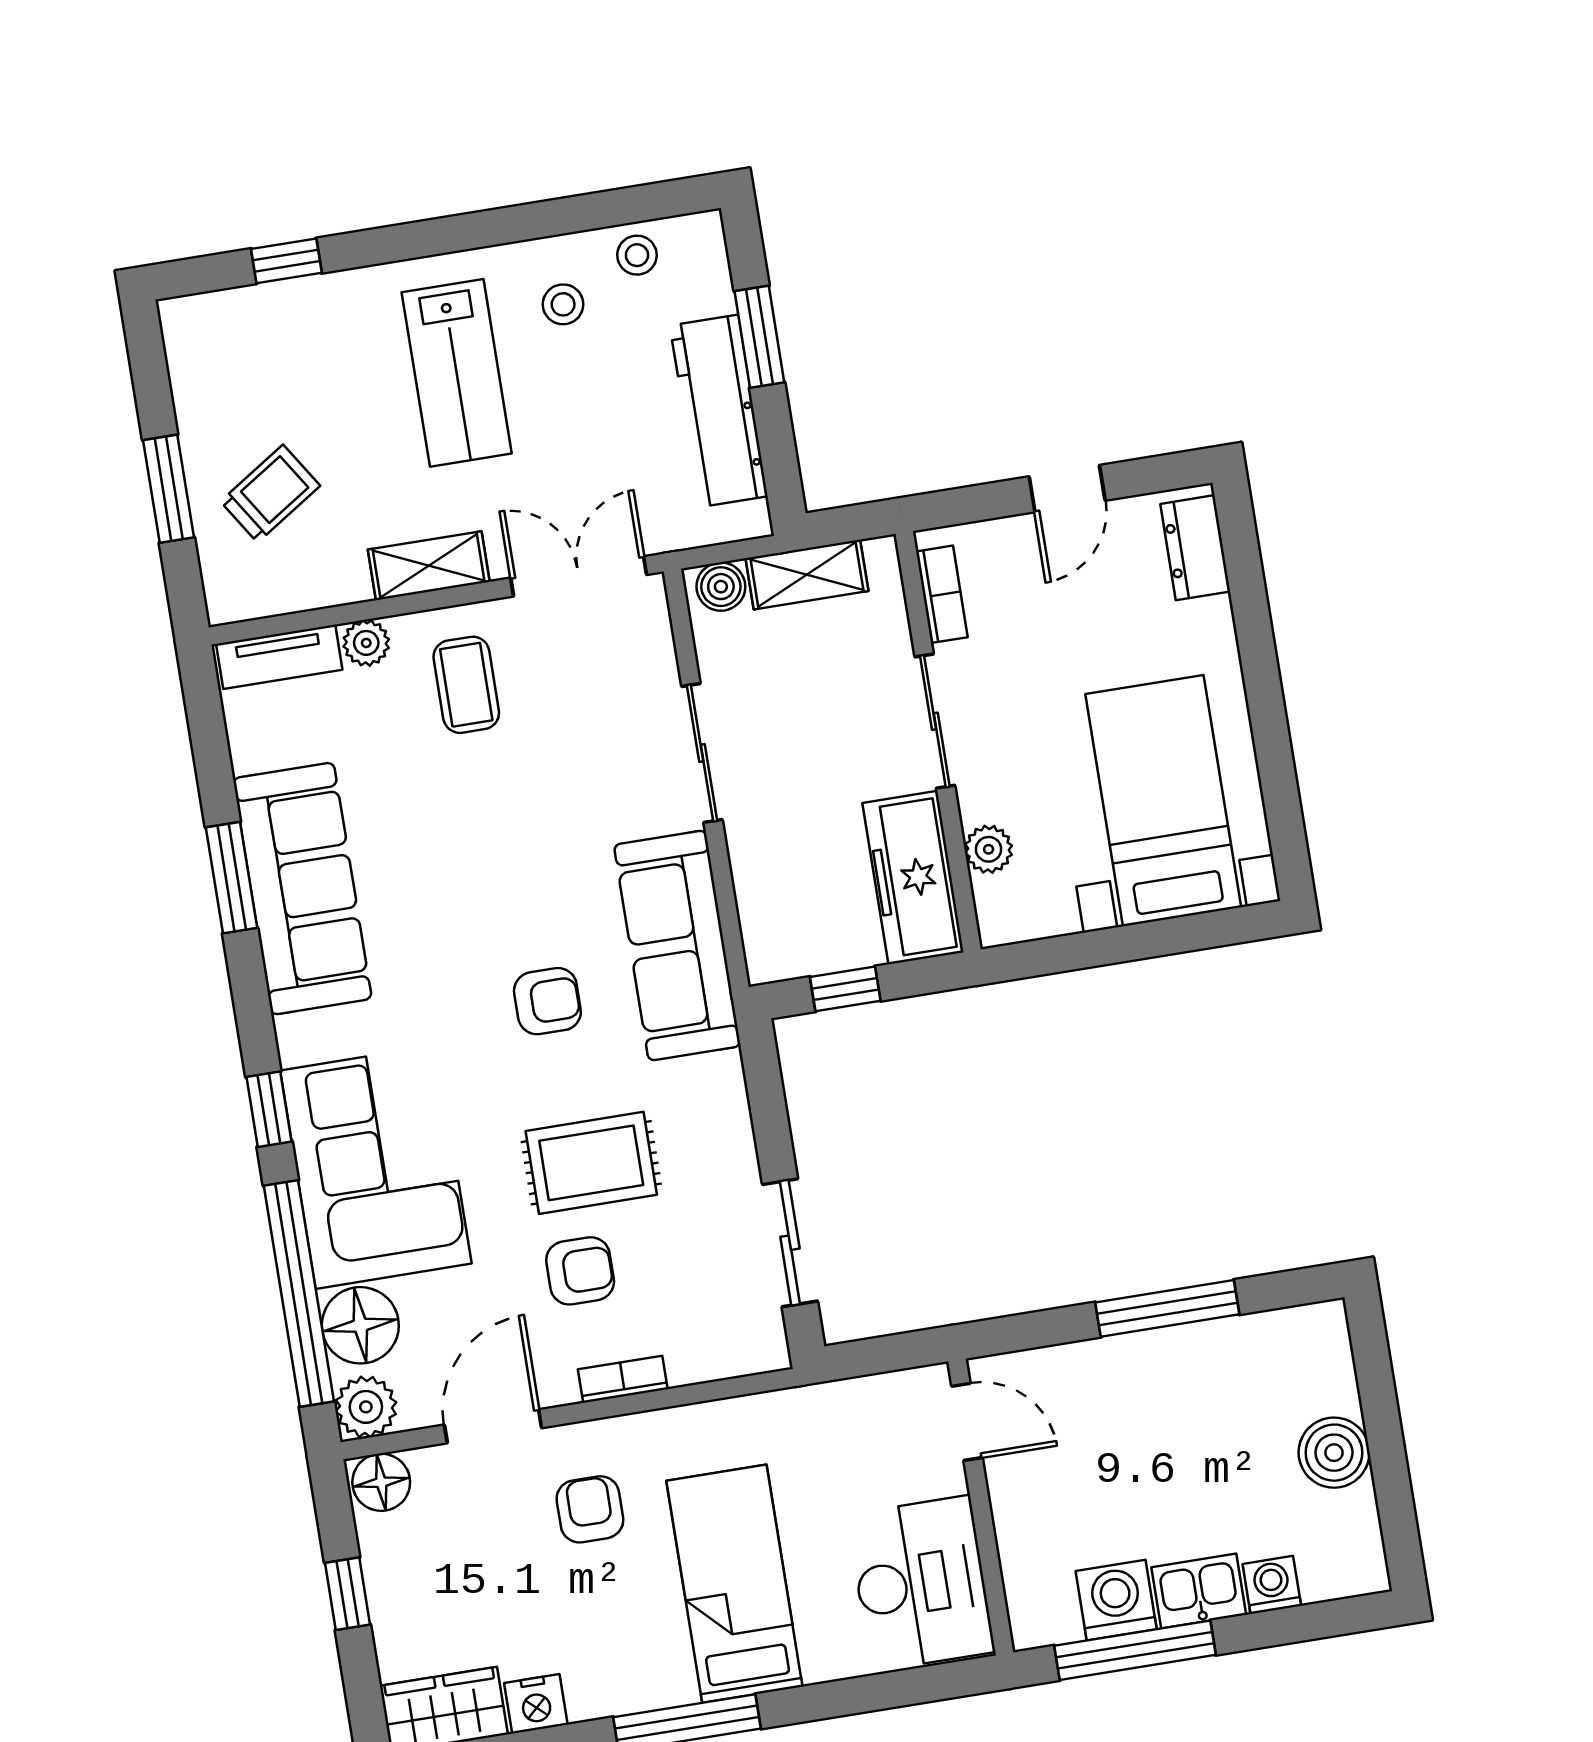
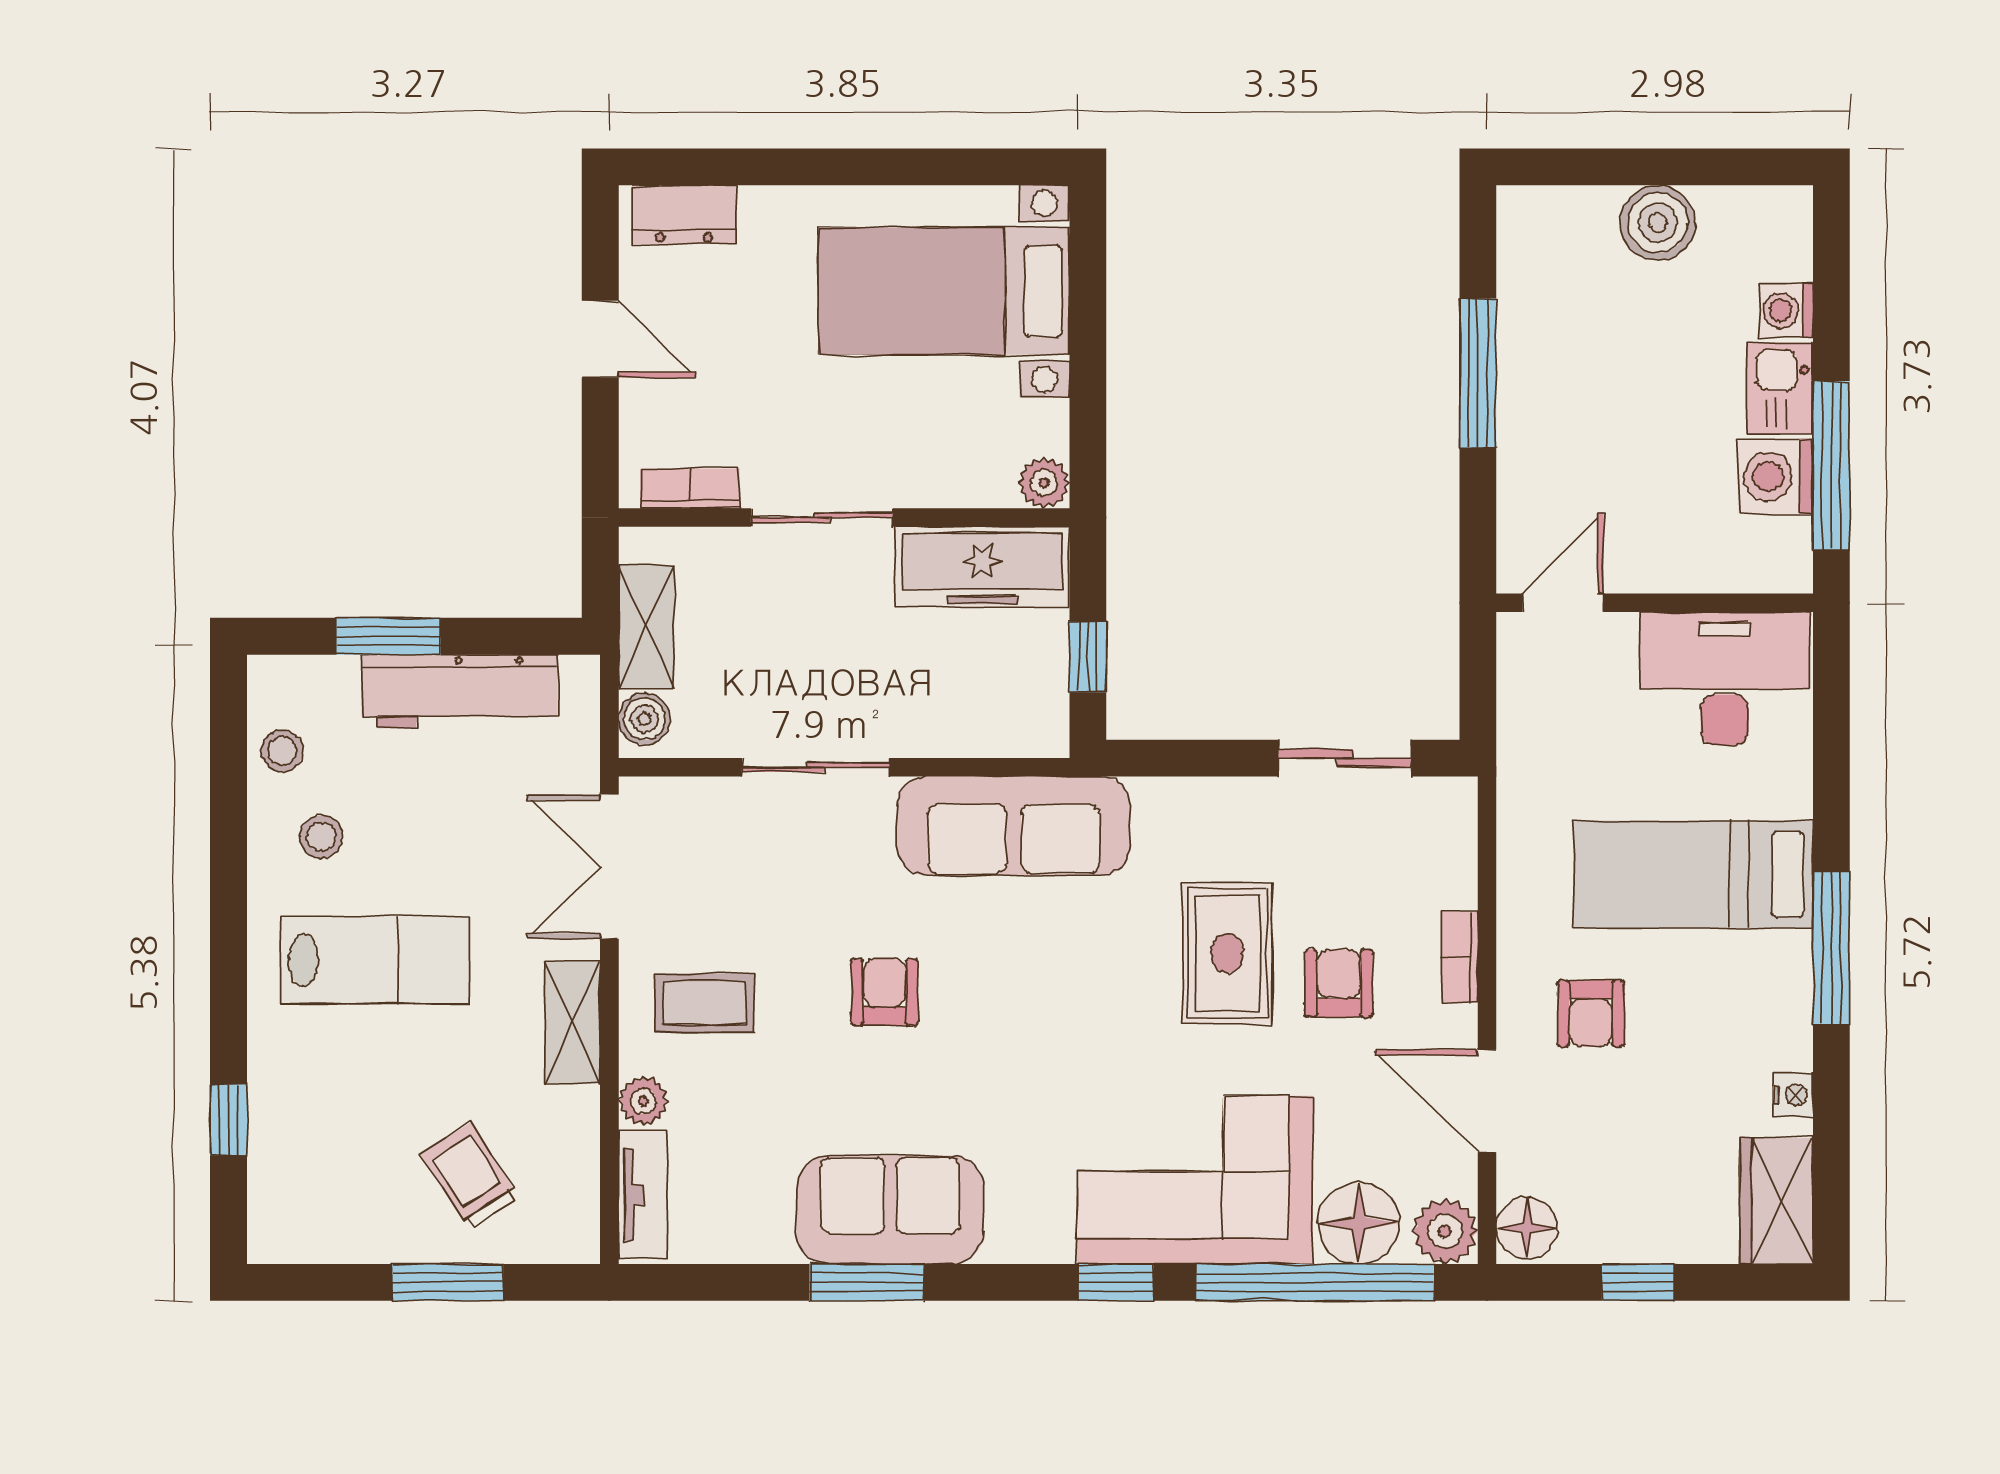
plant: (989, 849) -> (1044, 483), moved
sofa: (302, 889) -> (890, 1210), width x0.73
armchair: (547, 1001) -> (884, 992), moved
armchair: (590, 1509) -> (1591, 1013), turned -90
nightstand: (536, 1704) -> (1793, 1095), width x0.72, depth x0.74

